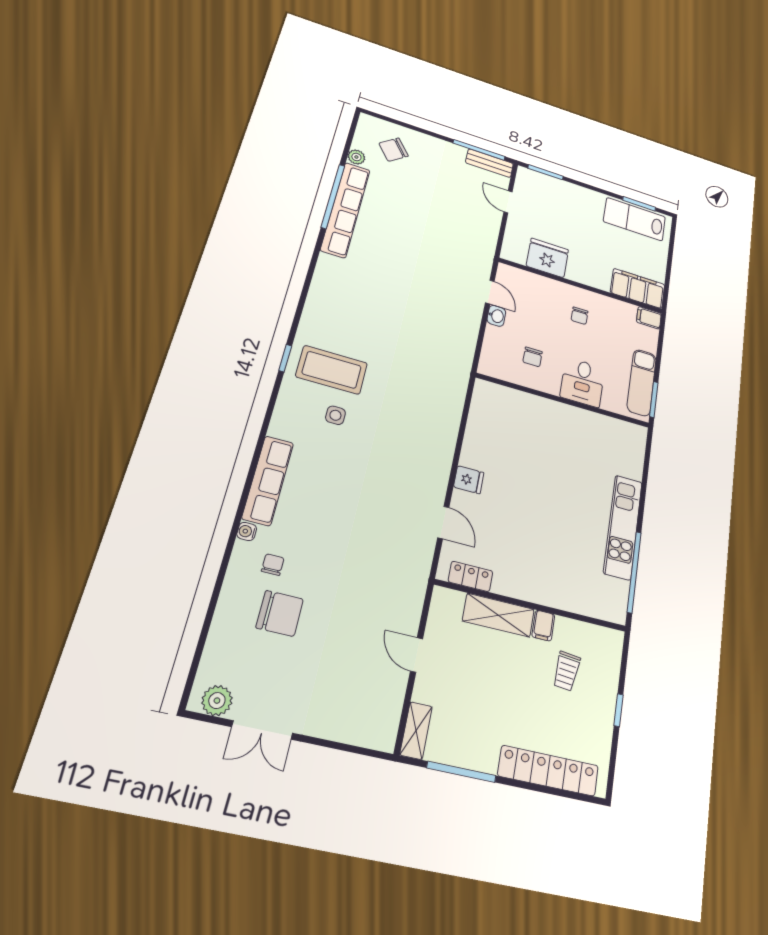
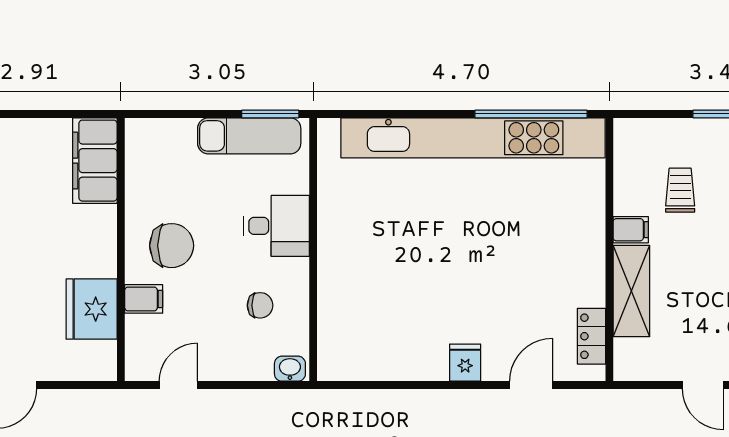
washbasin: (496, 316) -> (290, 369), moved
chair: (579, 316) -> (172, 246), width x1.87, depth x1.87
filing cabinet: (649, 318) -> (144, 299), moved, turned -90
kitchen unit: (623, 527) -> (473, 138), width x1.86
door: (417, 655) -> (703, 385), hinge flipped
trolley: (567, 671) -> (680, 190), turned -96

